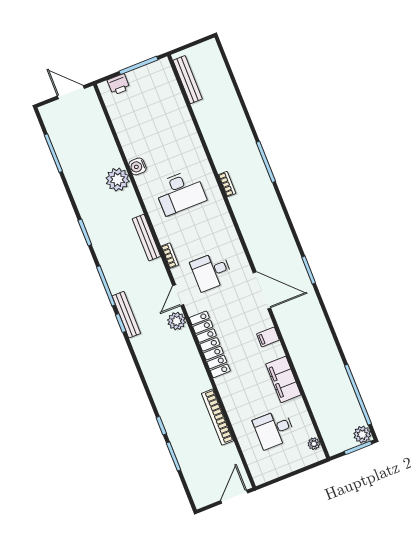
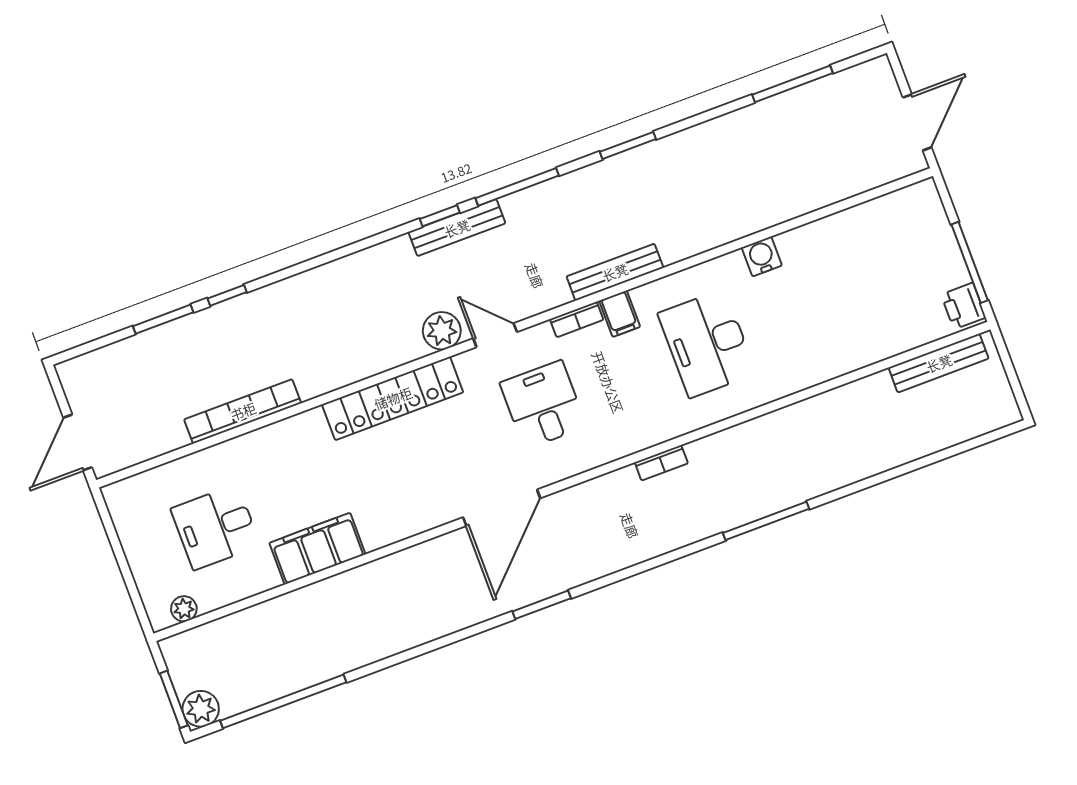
printer: (119, 84) -> (963, 306), moved
plant: (118, 180) -> (736, 215), removed
bookcase: (227, 184) -> (661, 463), moved
filing cabinet: (268, 337) -> (620, 314), moved, turned 180
desk: (274, 429) -> (216, 527), turned -90
door: (234, 497) -> (78, 442), swing flipped

